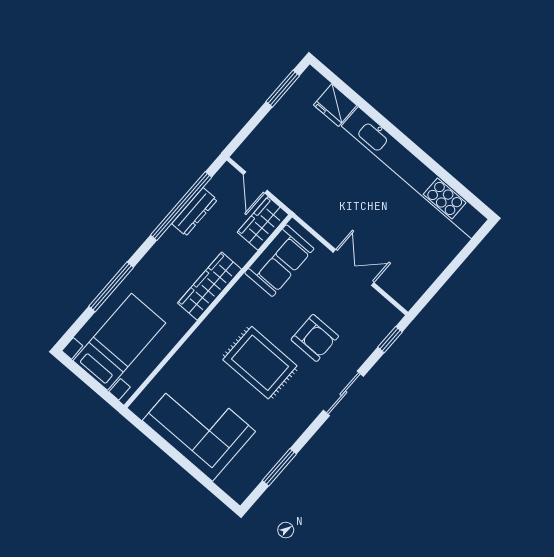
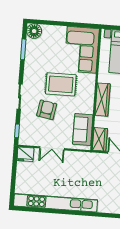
fridge: (335, 105) -> (25, 154), moved, turned 180
armchair: (315, 338) -> (47, 110), turned 100
corner sofa: (199, 426) -> (82, 50), moved, turned 90
floor lamp: (239, 484) -> (34, 31), added

